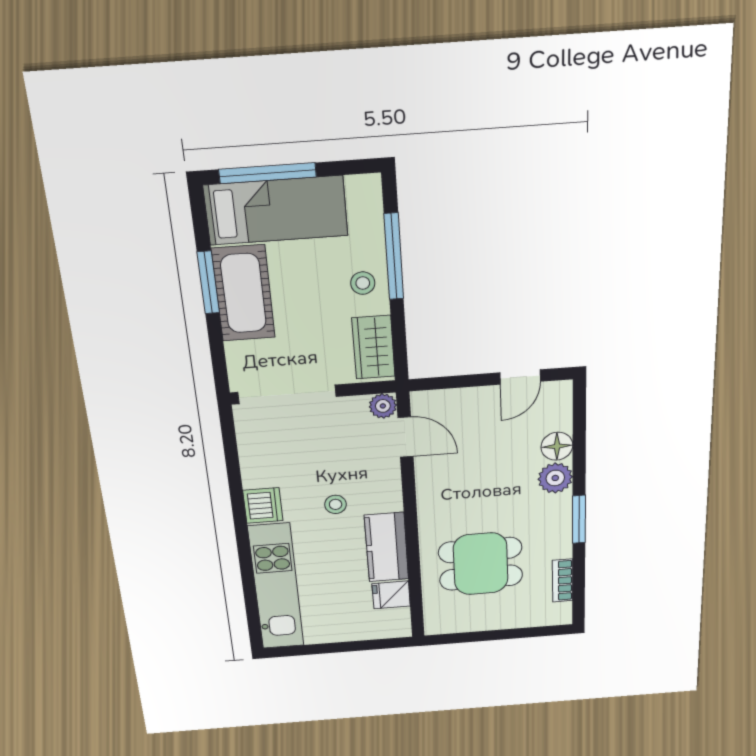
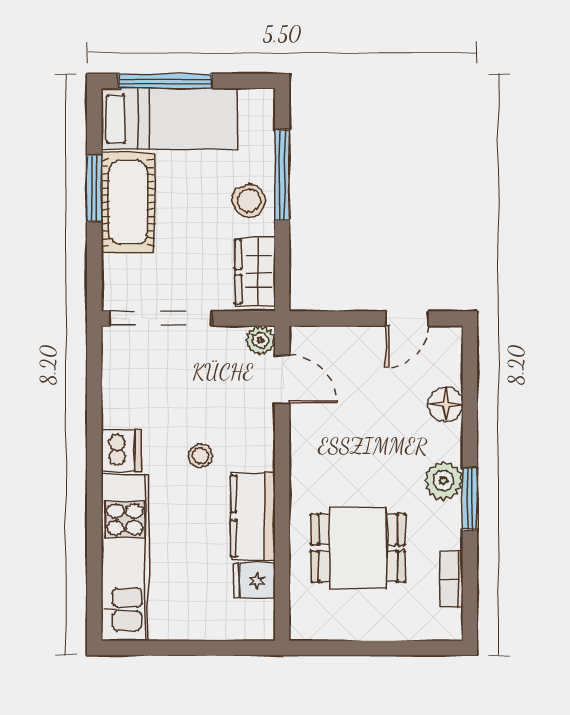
stool: (363, 283) -> (249, 201), width x1.37, depth x1.37
plant: (555, 478) -> (444, 481), moved

